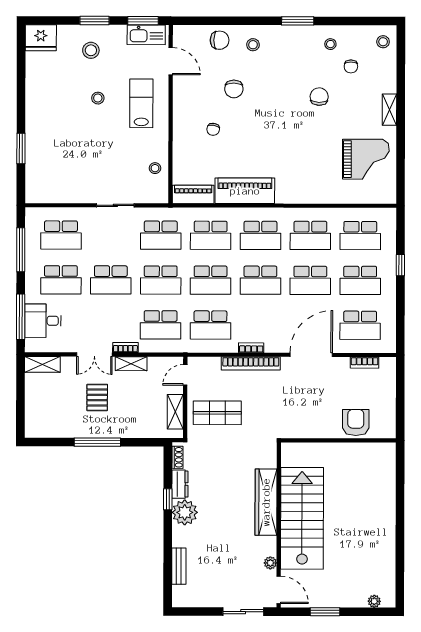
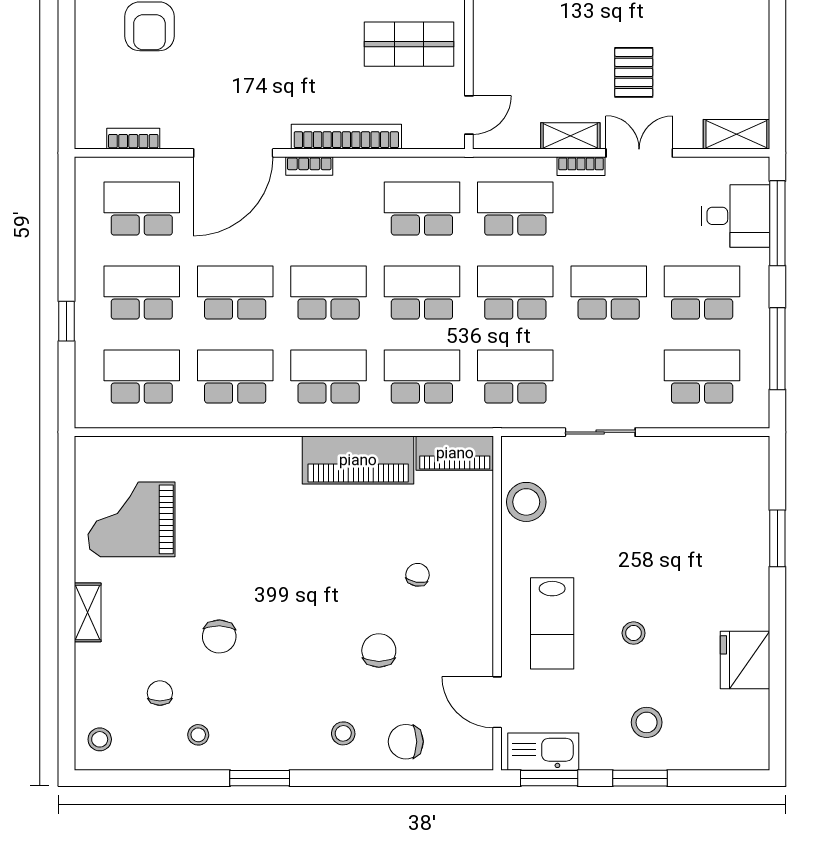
fridge: (41, 38) -> (745, 660), moved, turned -90
stool: (155, 168) -> (526, 502), width x1.89, depth x1.89
bookcase: (251, 348) -> (309, 166), moved
shelving: (175, 412) -> (487, 46), removed

